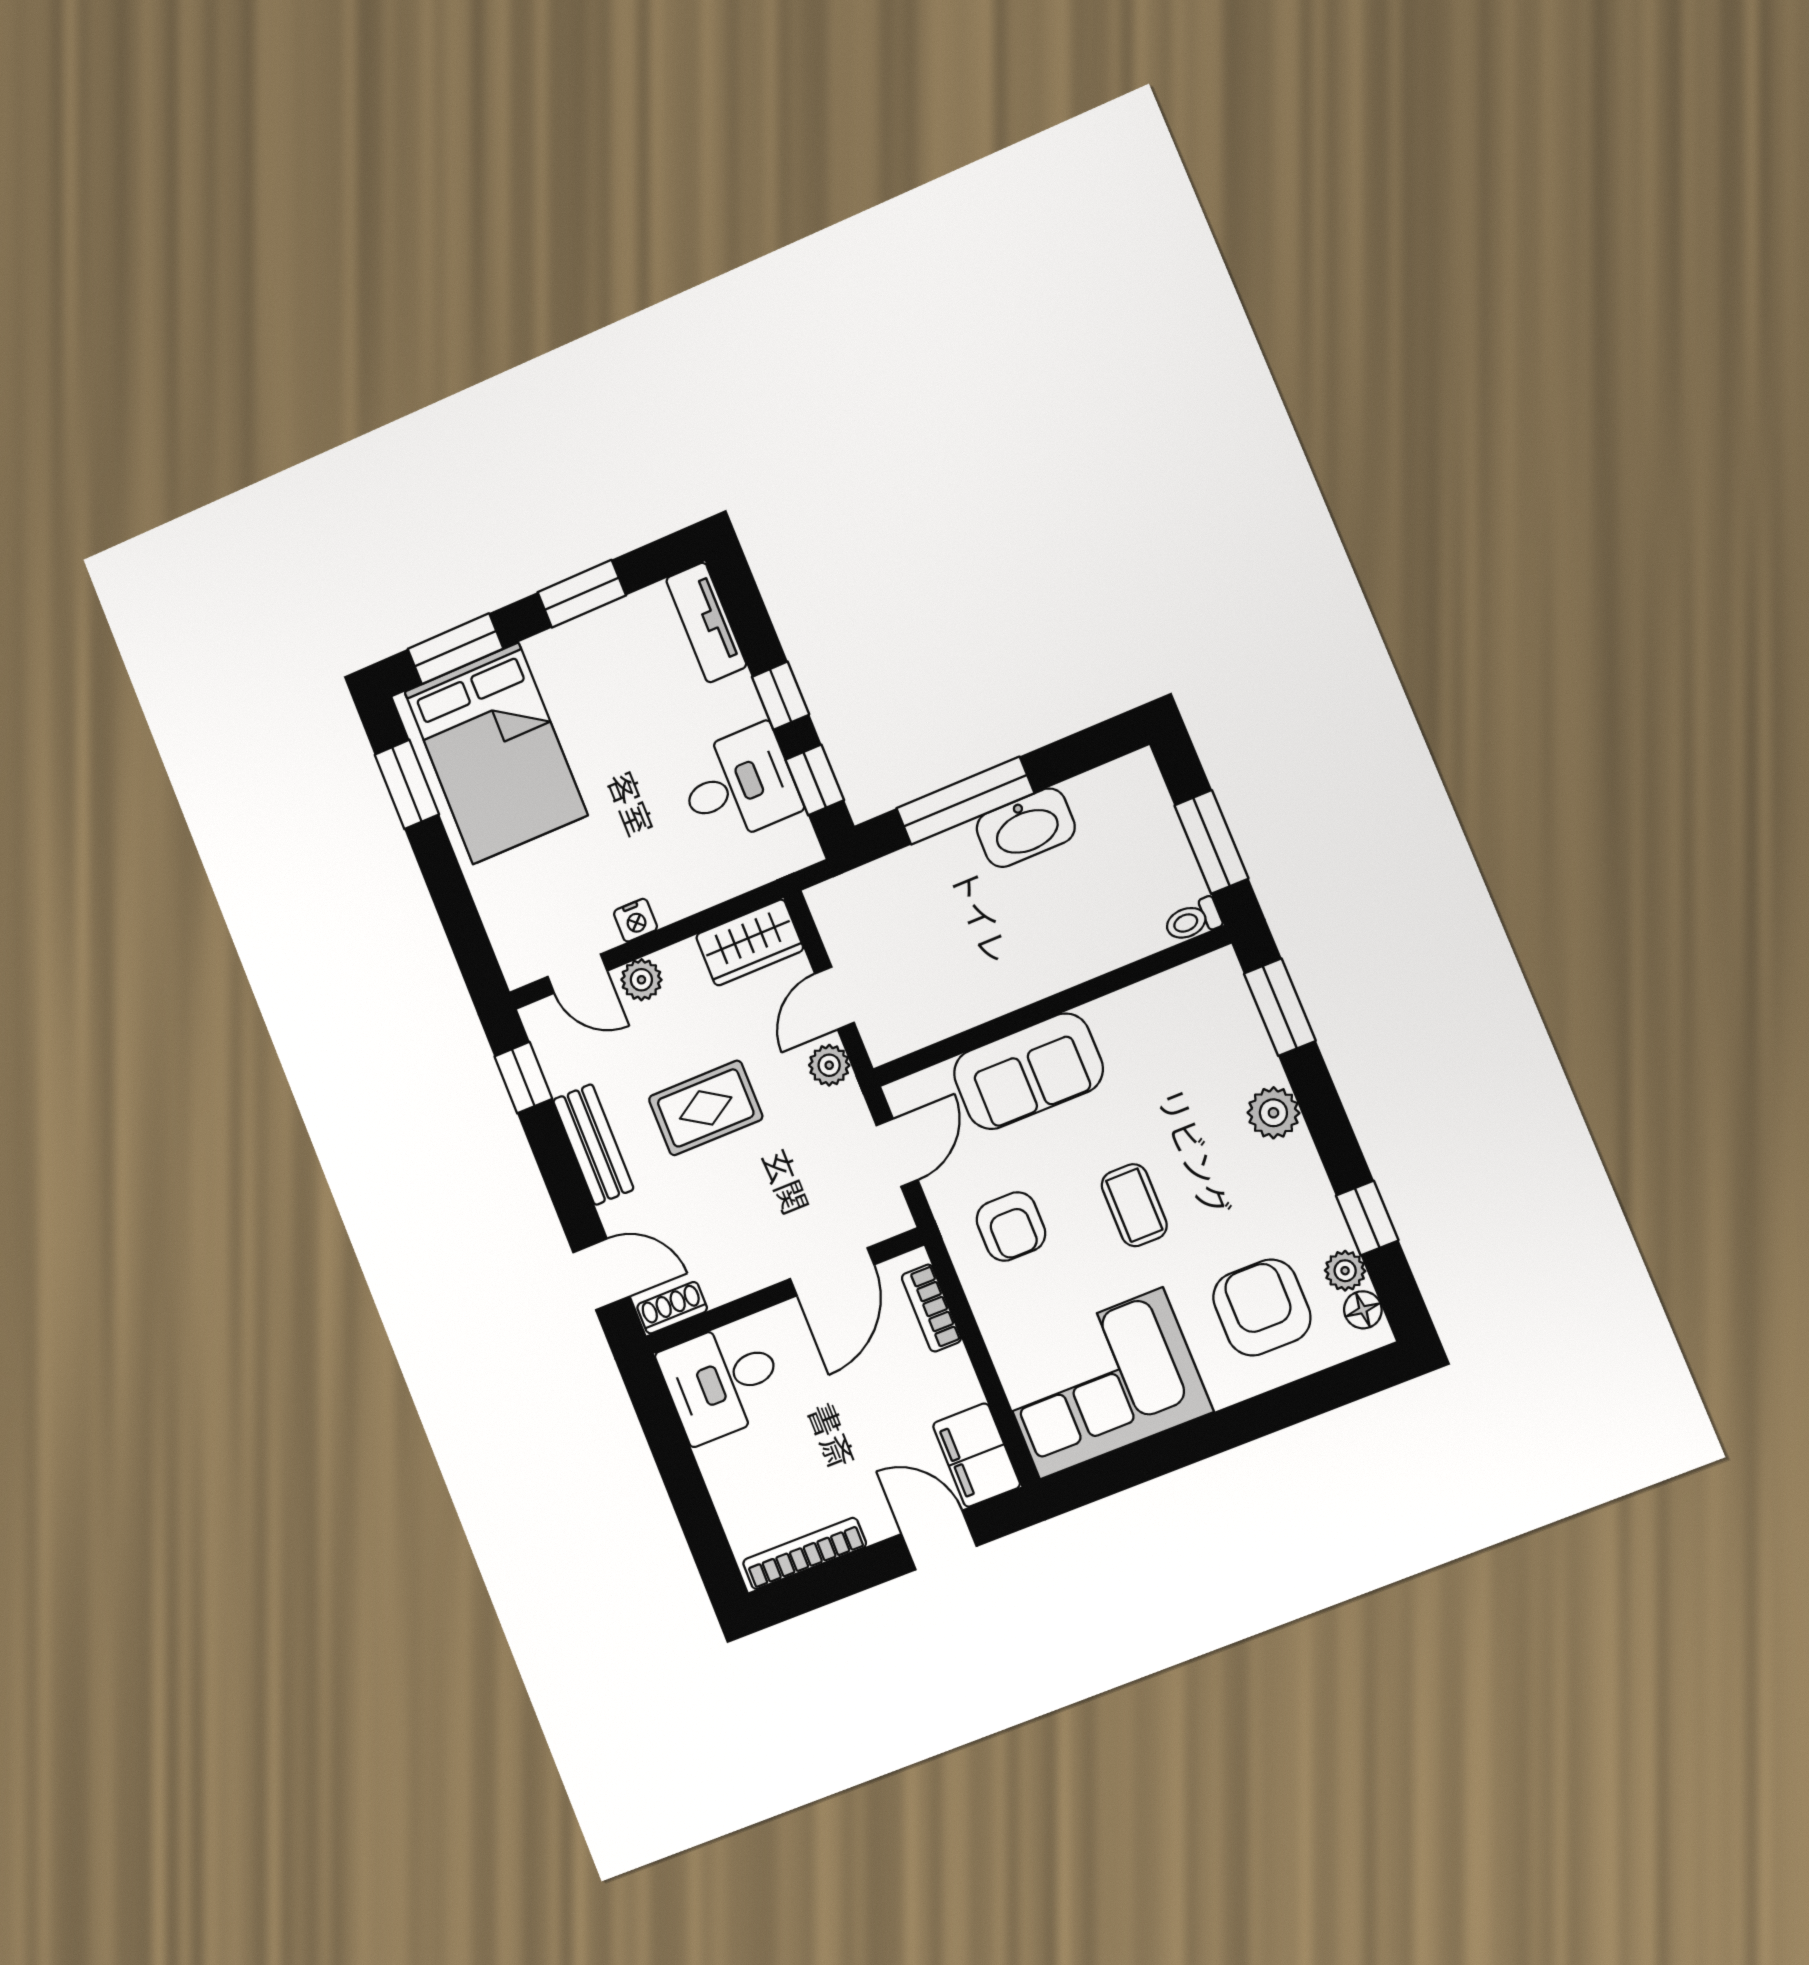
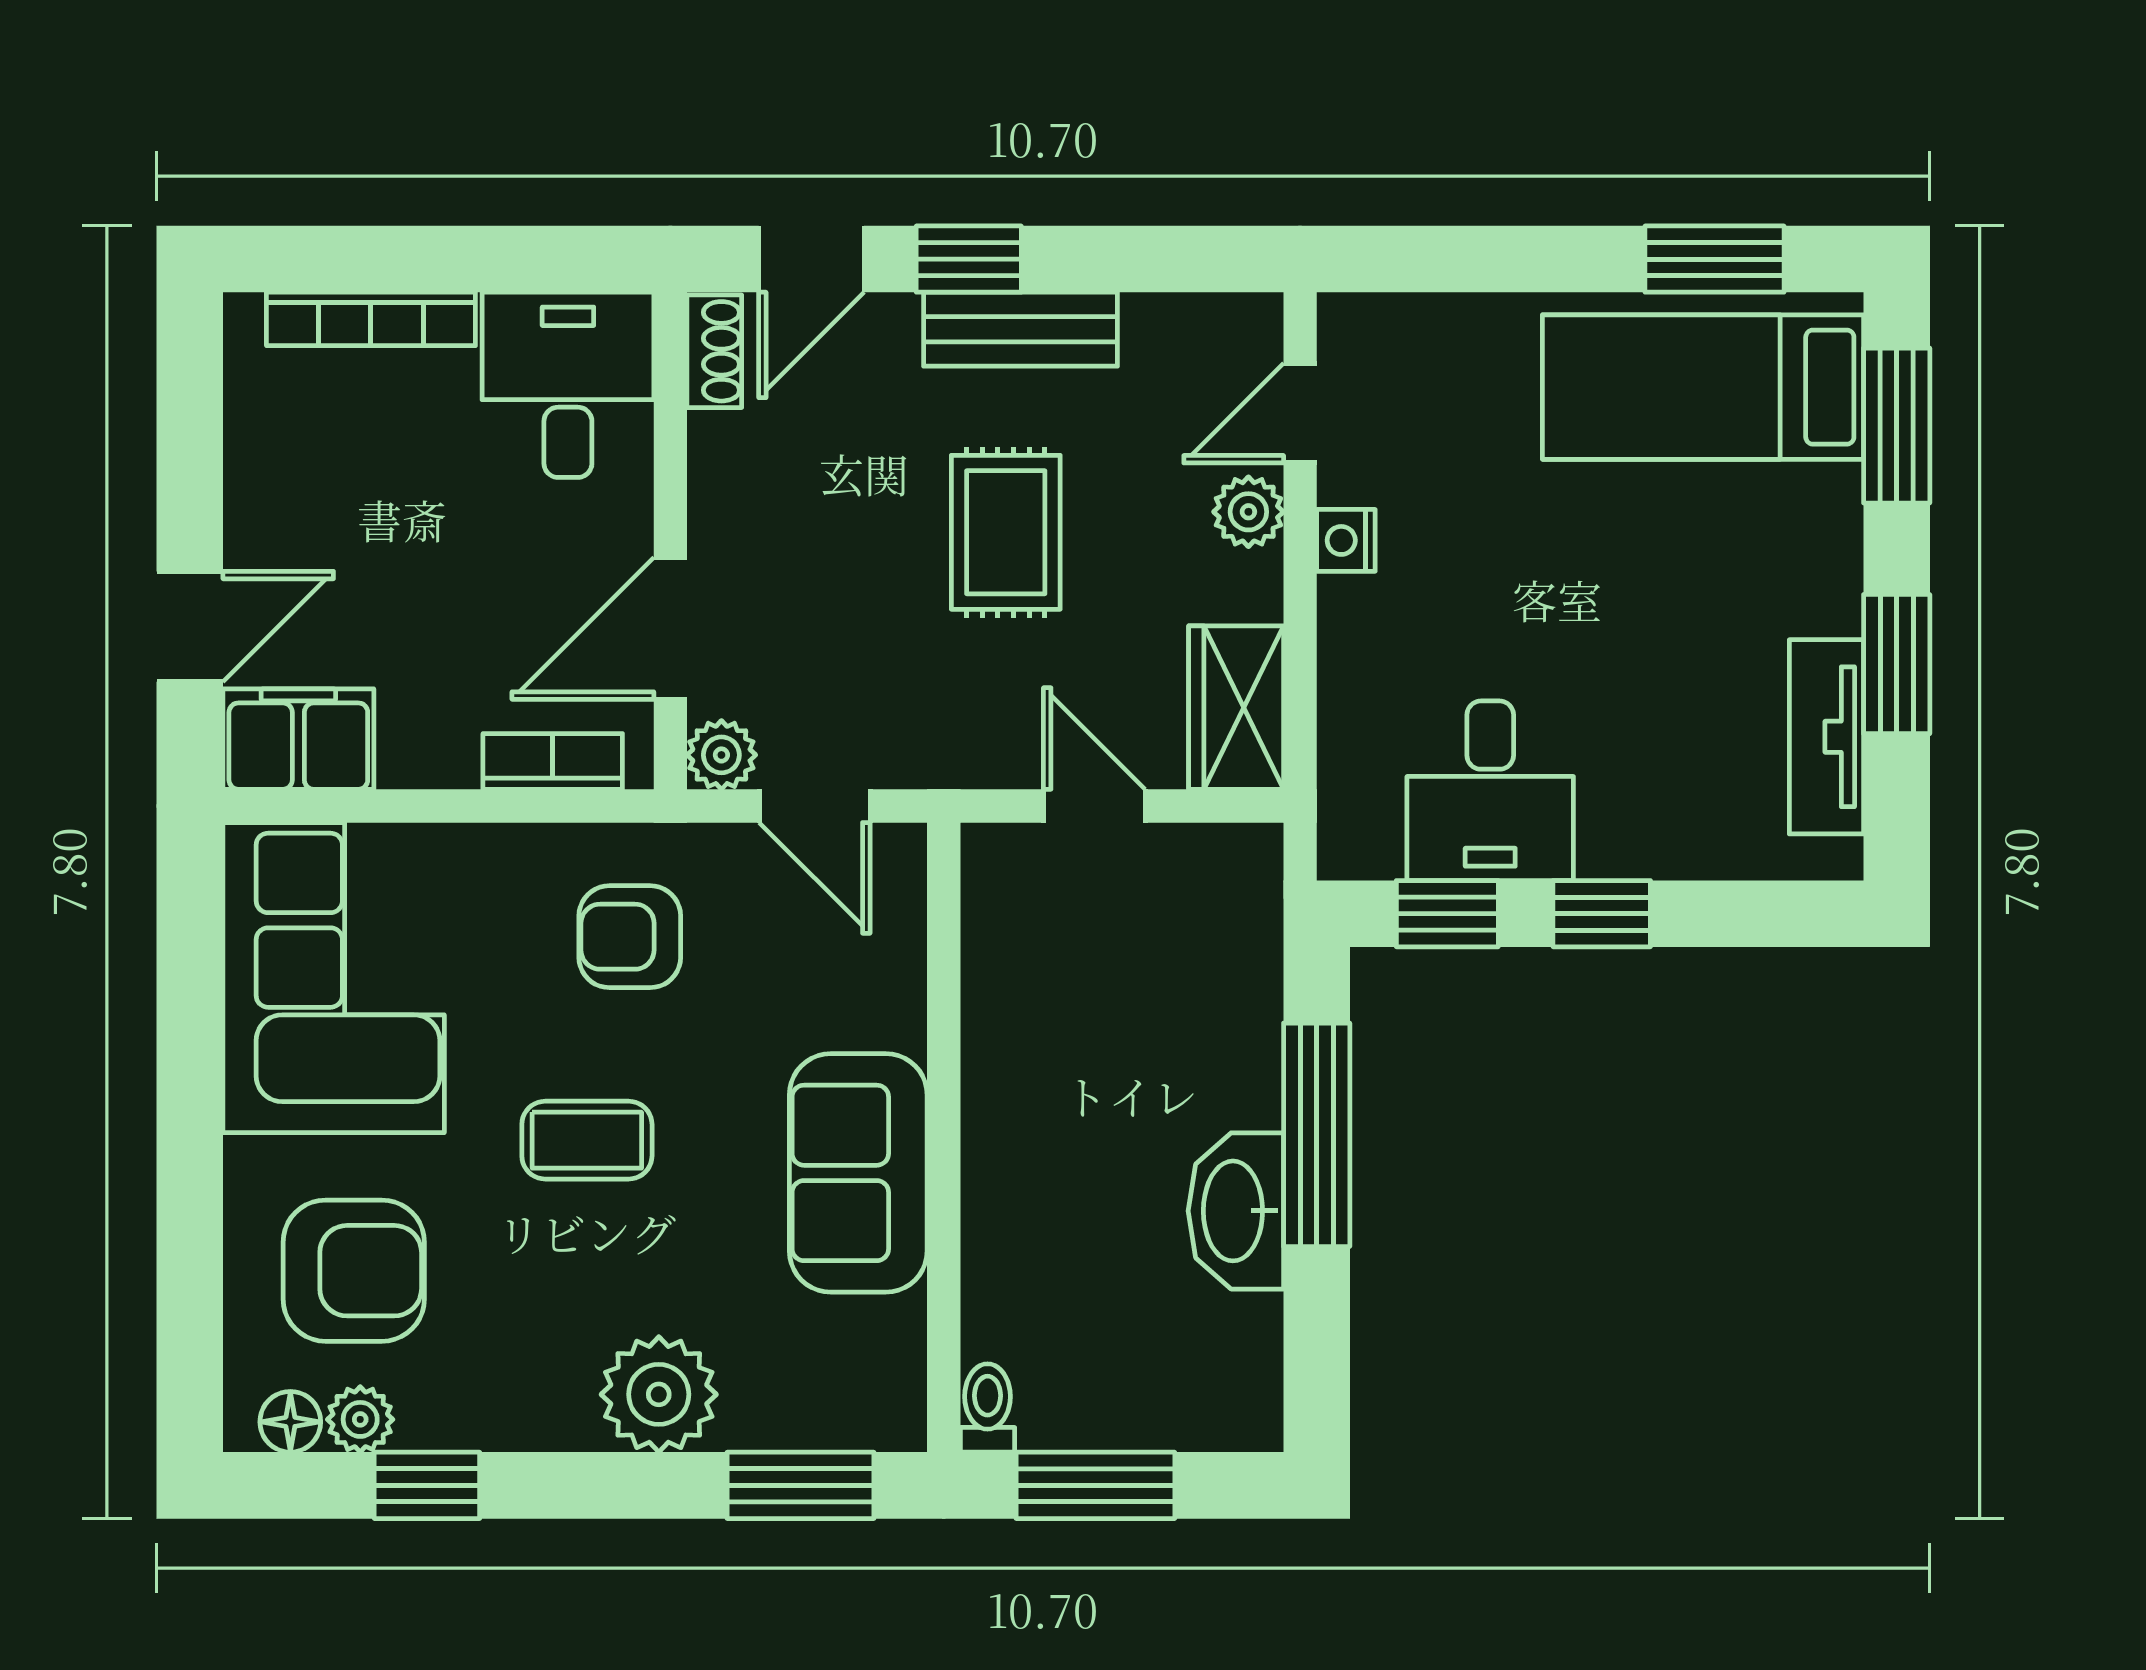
tv unit: (706, 622) -> (1826, 737), moved, turned -90
bed: (496, 753) -> (1703, 387), width x0.67
plant: (829, 1065) -> (721, 755), moved
sofa: (1028, 1071) -> (858, 1173), moved
window: (523, 1078) -> (969, 259), moved
plant: (1273, 1113) -> (659, 1394), width x1.36, depth x1.36
door: (832, 1272) -> (670, 628), hinge flipped
bookcase: (804, 1553) -> (371, 319), moved, turned 90

